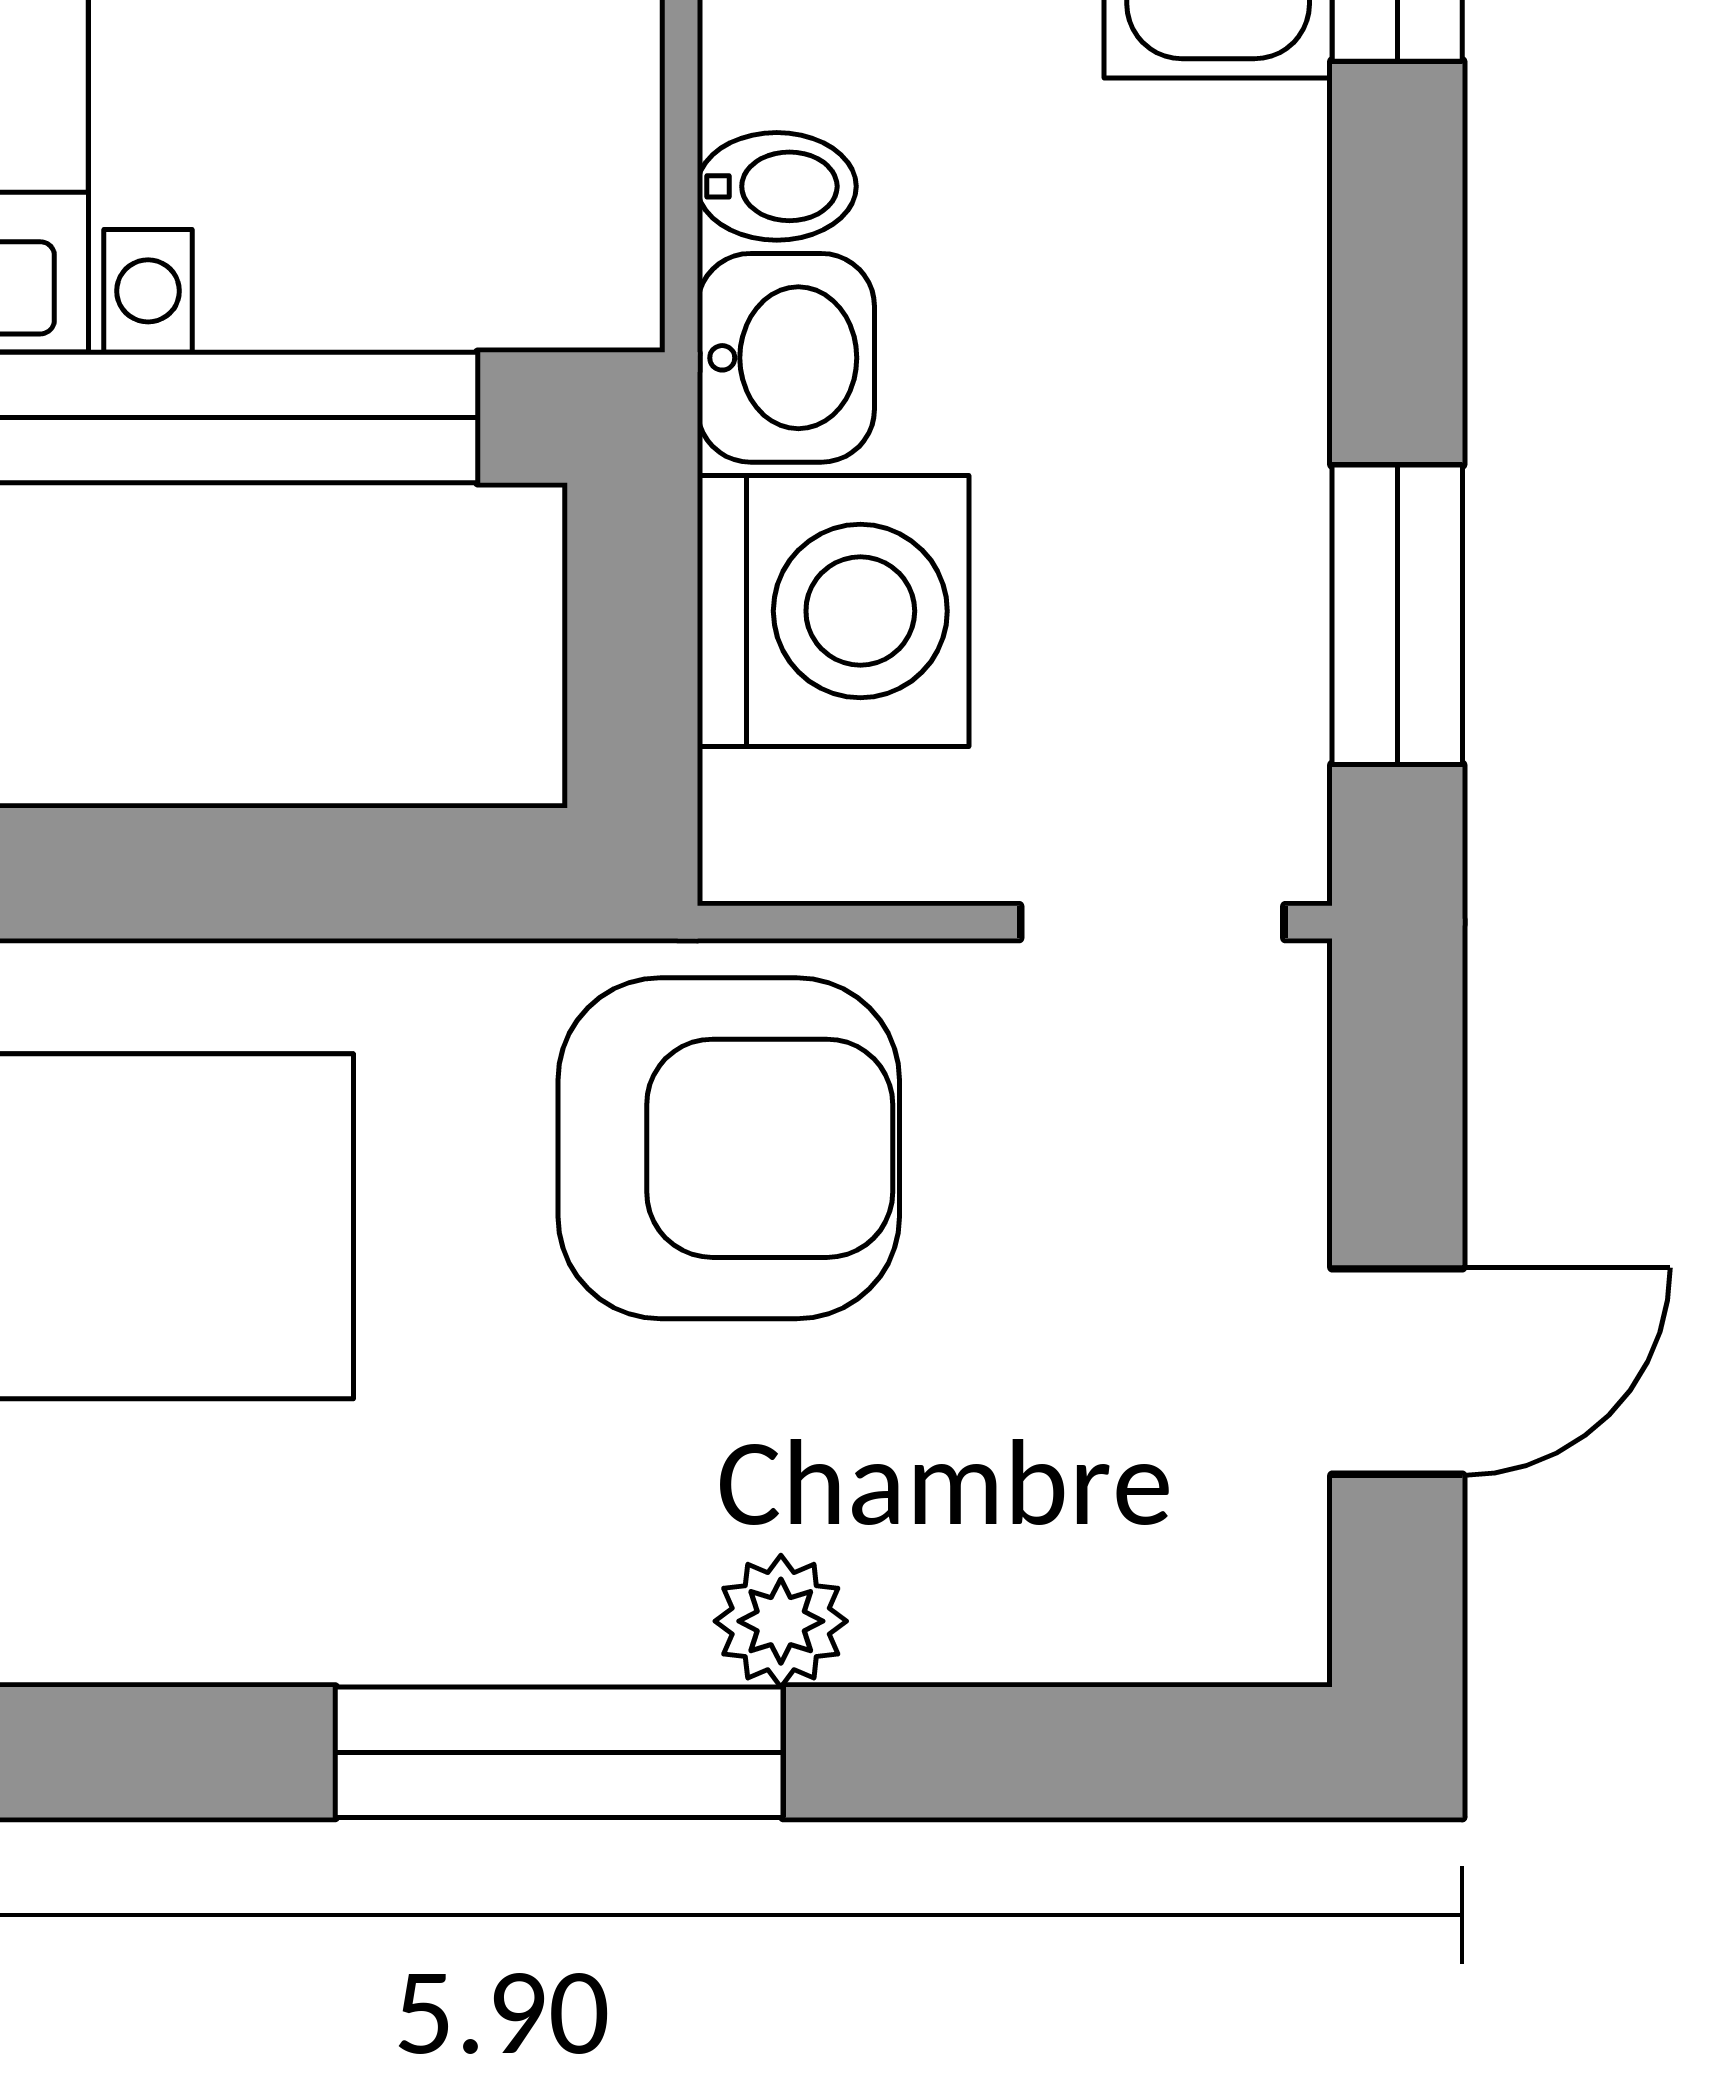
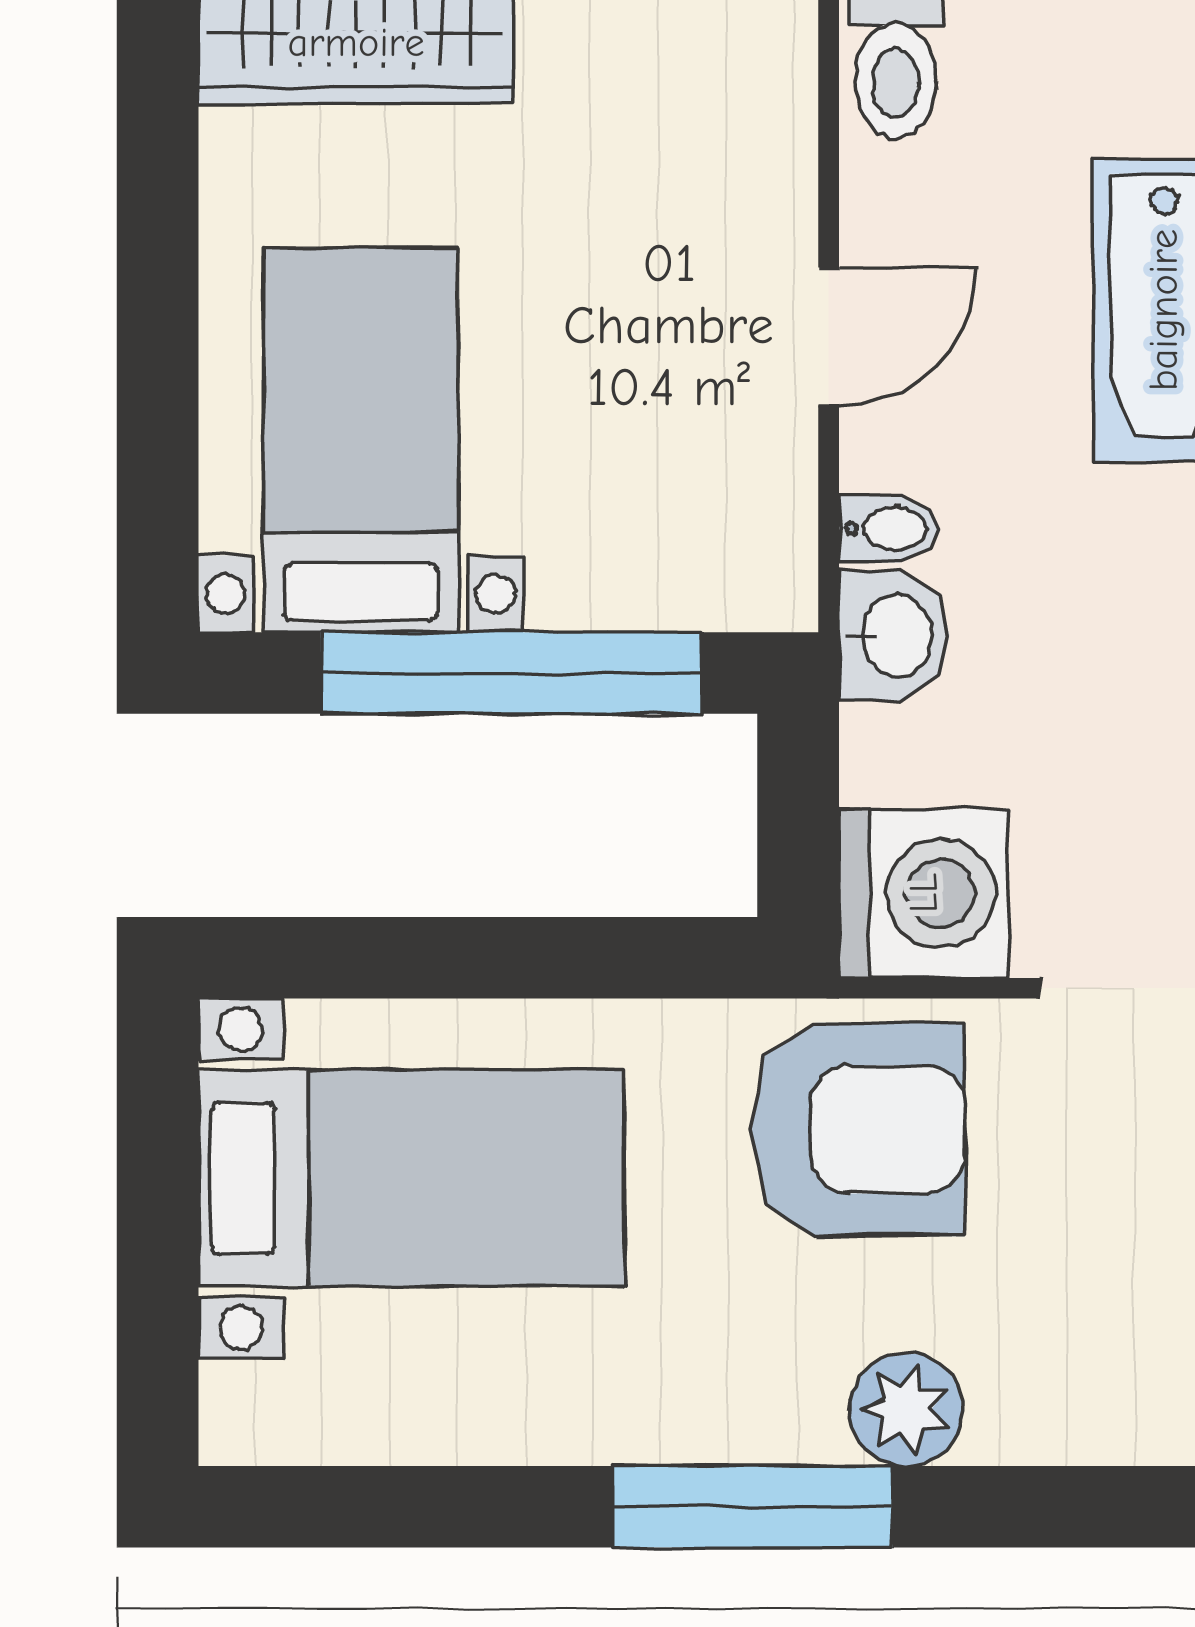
washing machine: (833, 611) -> (924, 893), moved
plant: (781, 1621) -> (906, 1409), width x1.38, depth x1.38

